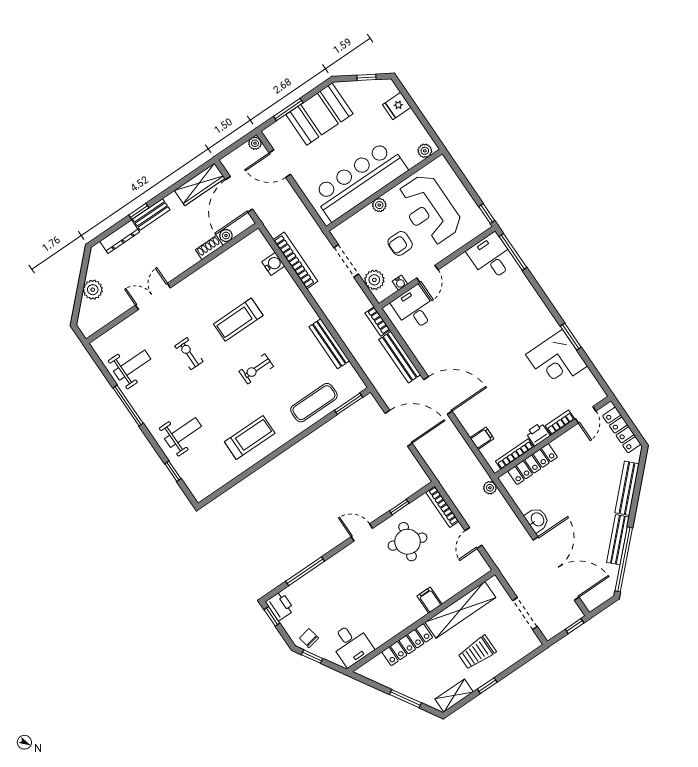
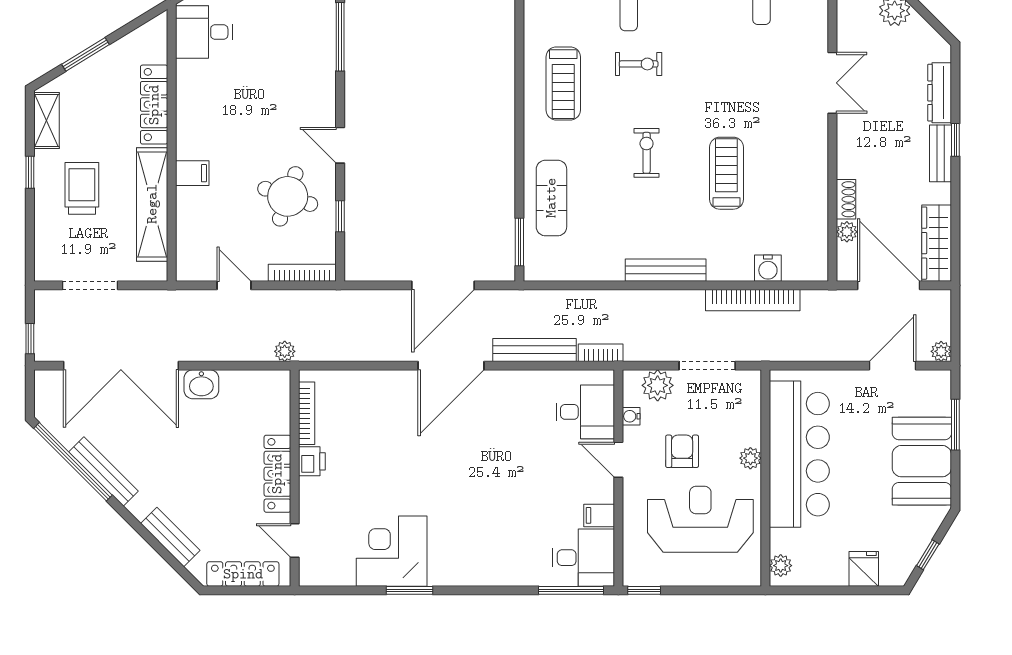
bench: (329, 344) -> (666, 270), moved
exercise bike: (189, 354) -> (639, 64), moved
bookcase: (560, 422) -> (308, 500), removed
filing cabinet: (482, 438) -> (599, 515), moved, turned 90
locker: (533, 464) -> (277, 474), moved
bench: (627, 488) -> (170, 537), width x0.73
door: (362, 532) -> (340, 145), swing flipped

